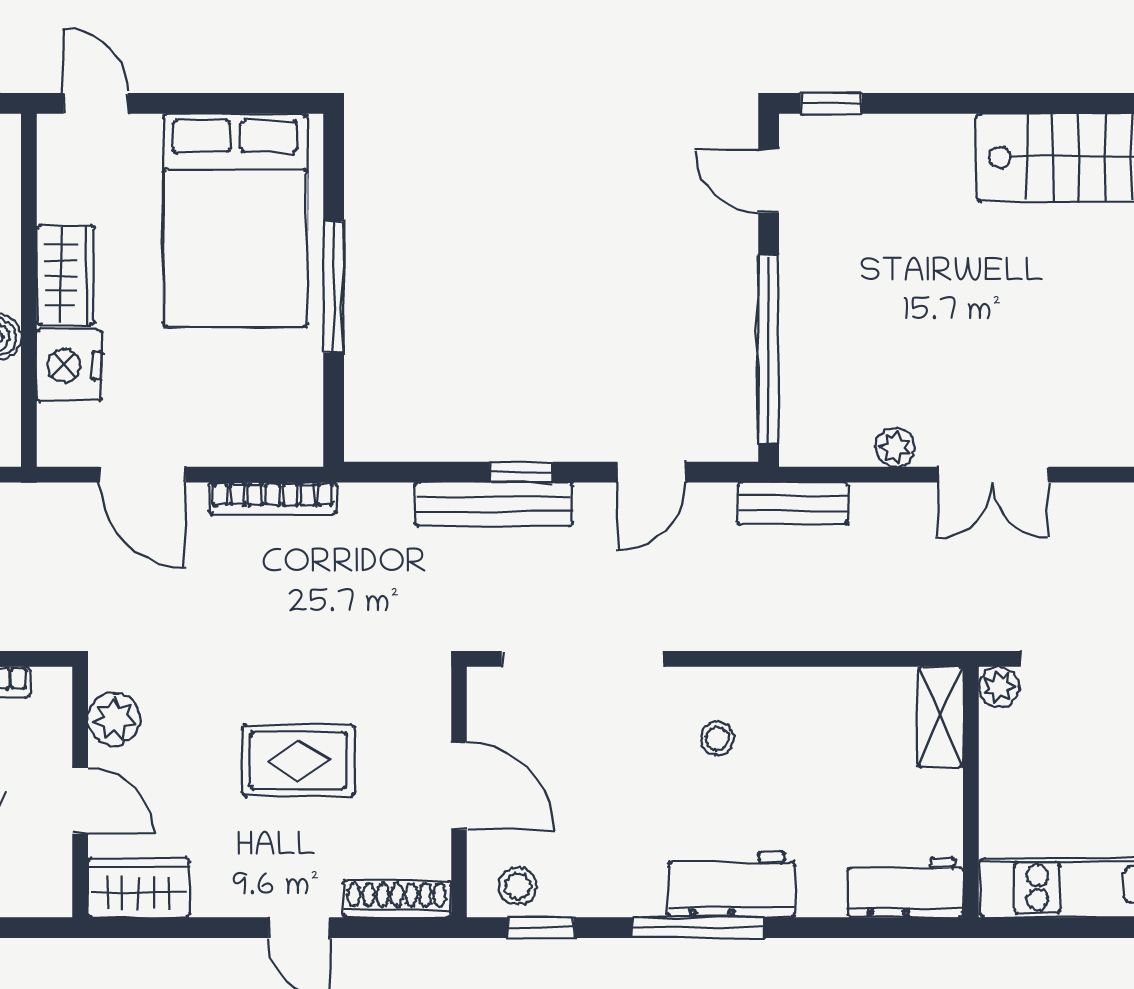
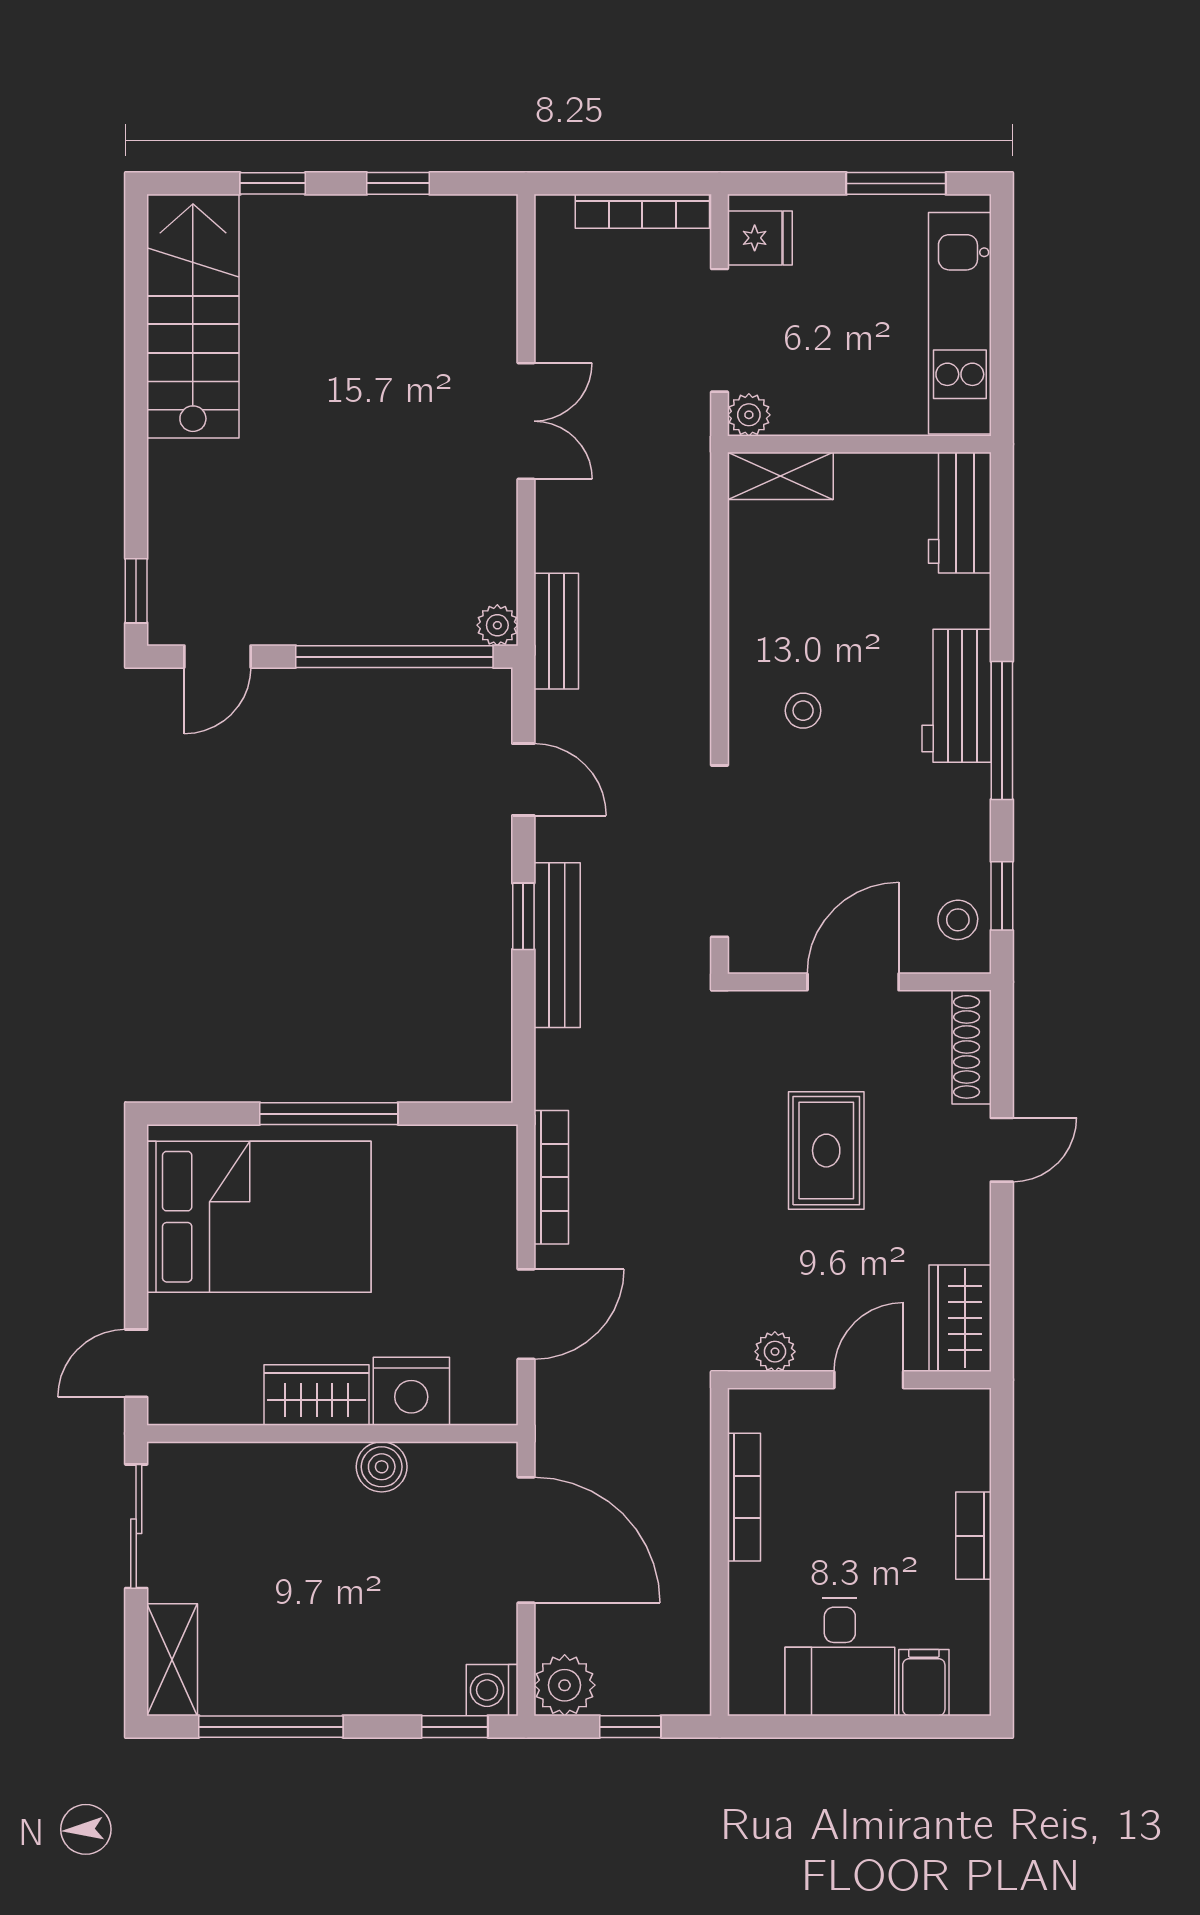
plant: (895, 447) -> (497, 625), moved
plant: (114, 719) -> (775, 1352), width x0.73, depth x0.73

